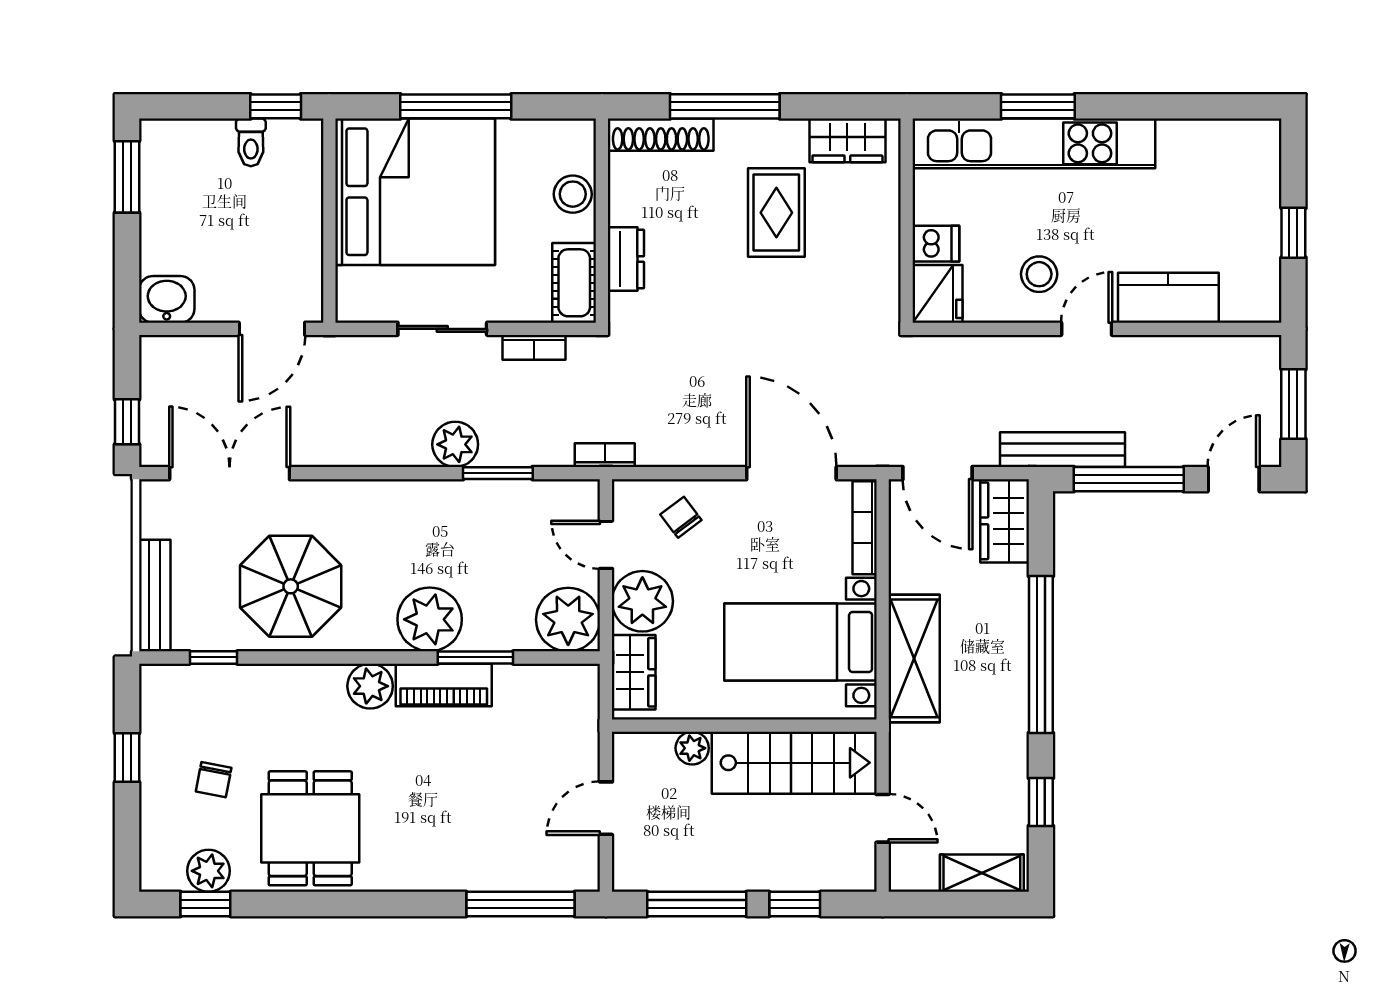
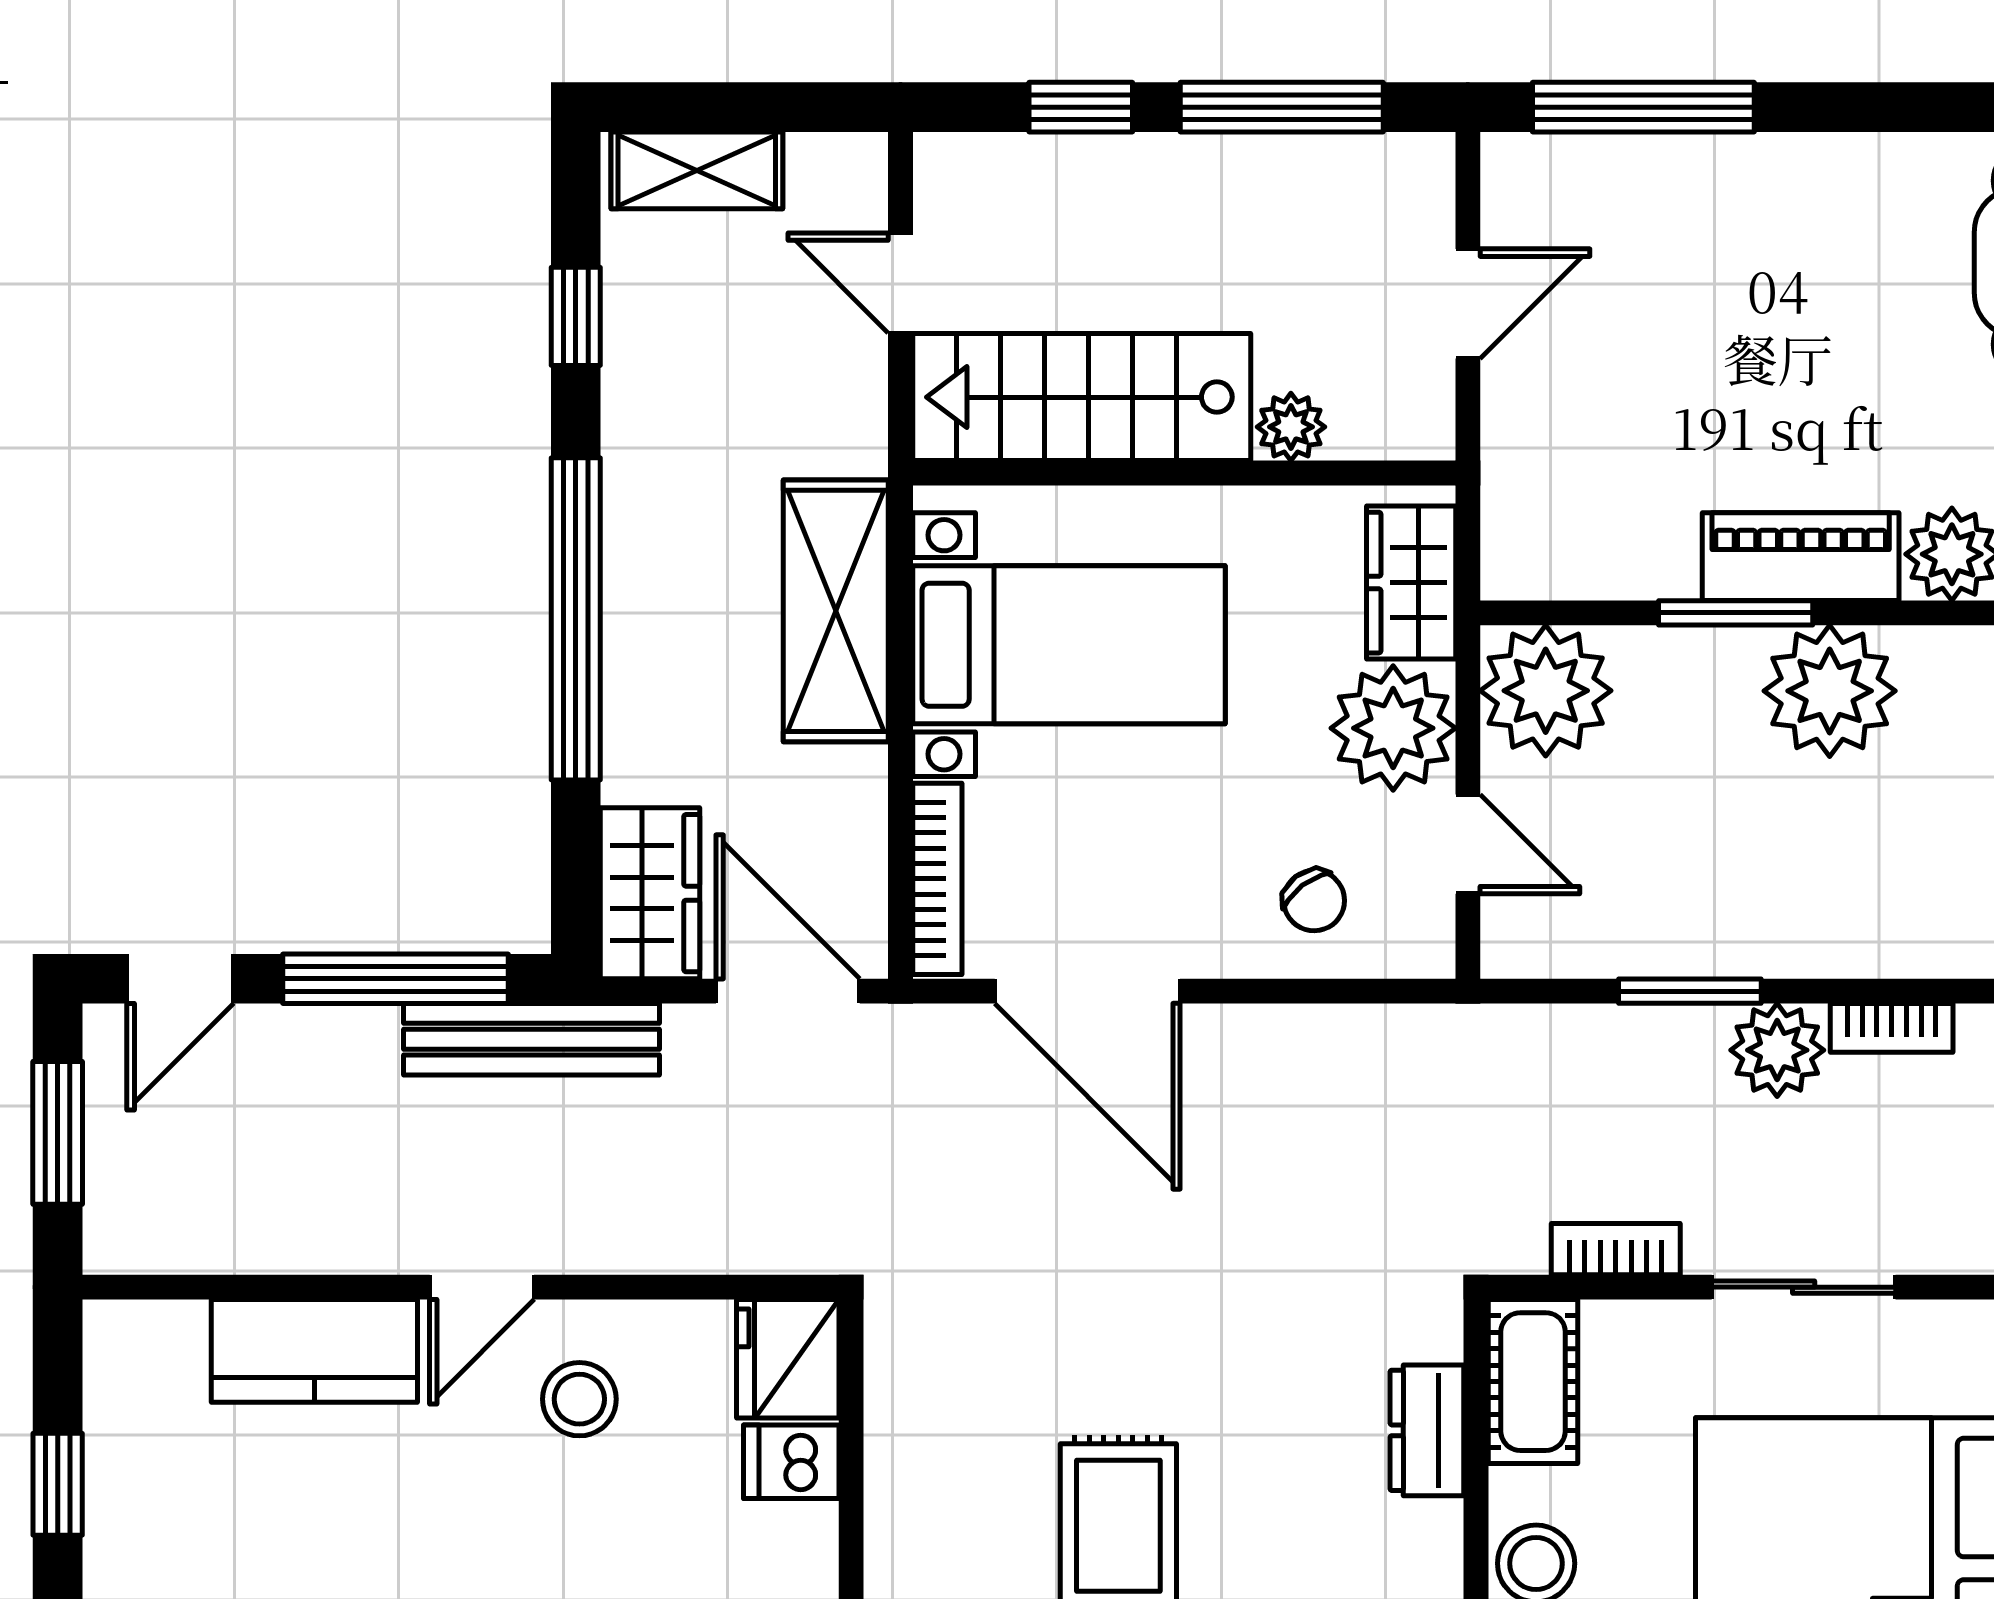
bookcase: (605, 455) -> (1892, 1028), moved

